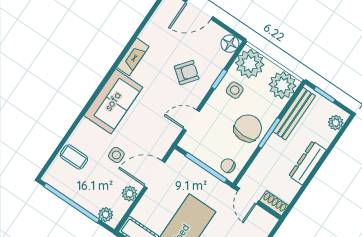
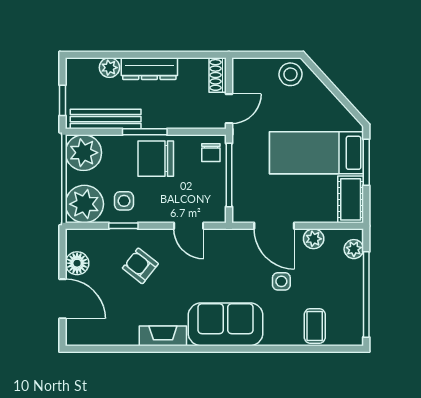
floor lamp: (230, 44) -> (77, 263), moved
plant: (336, 123) -> (109, 68), moved

